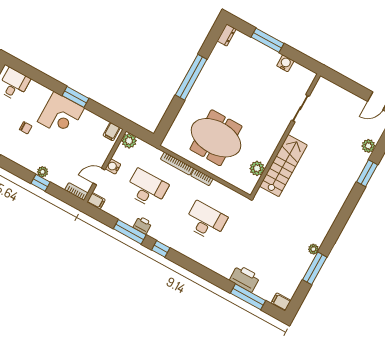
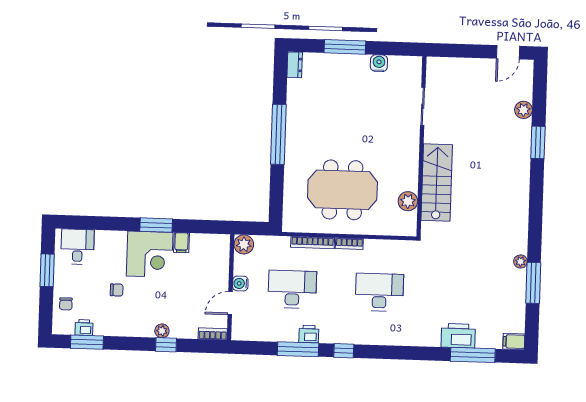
filing cabinet: (112, 132) -> (181, 243), moved
filing cabinet: (96, 201) -> (241, 333), removed

